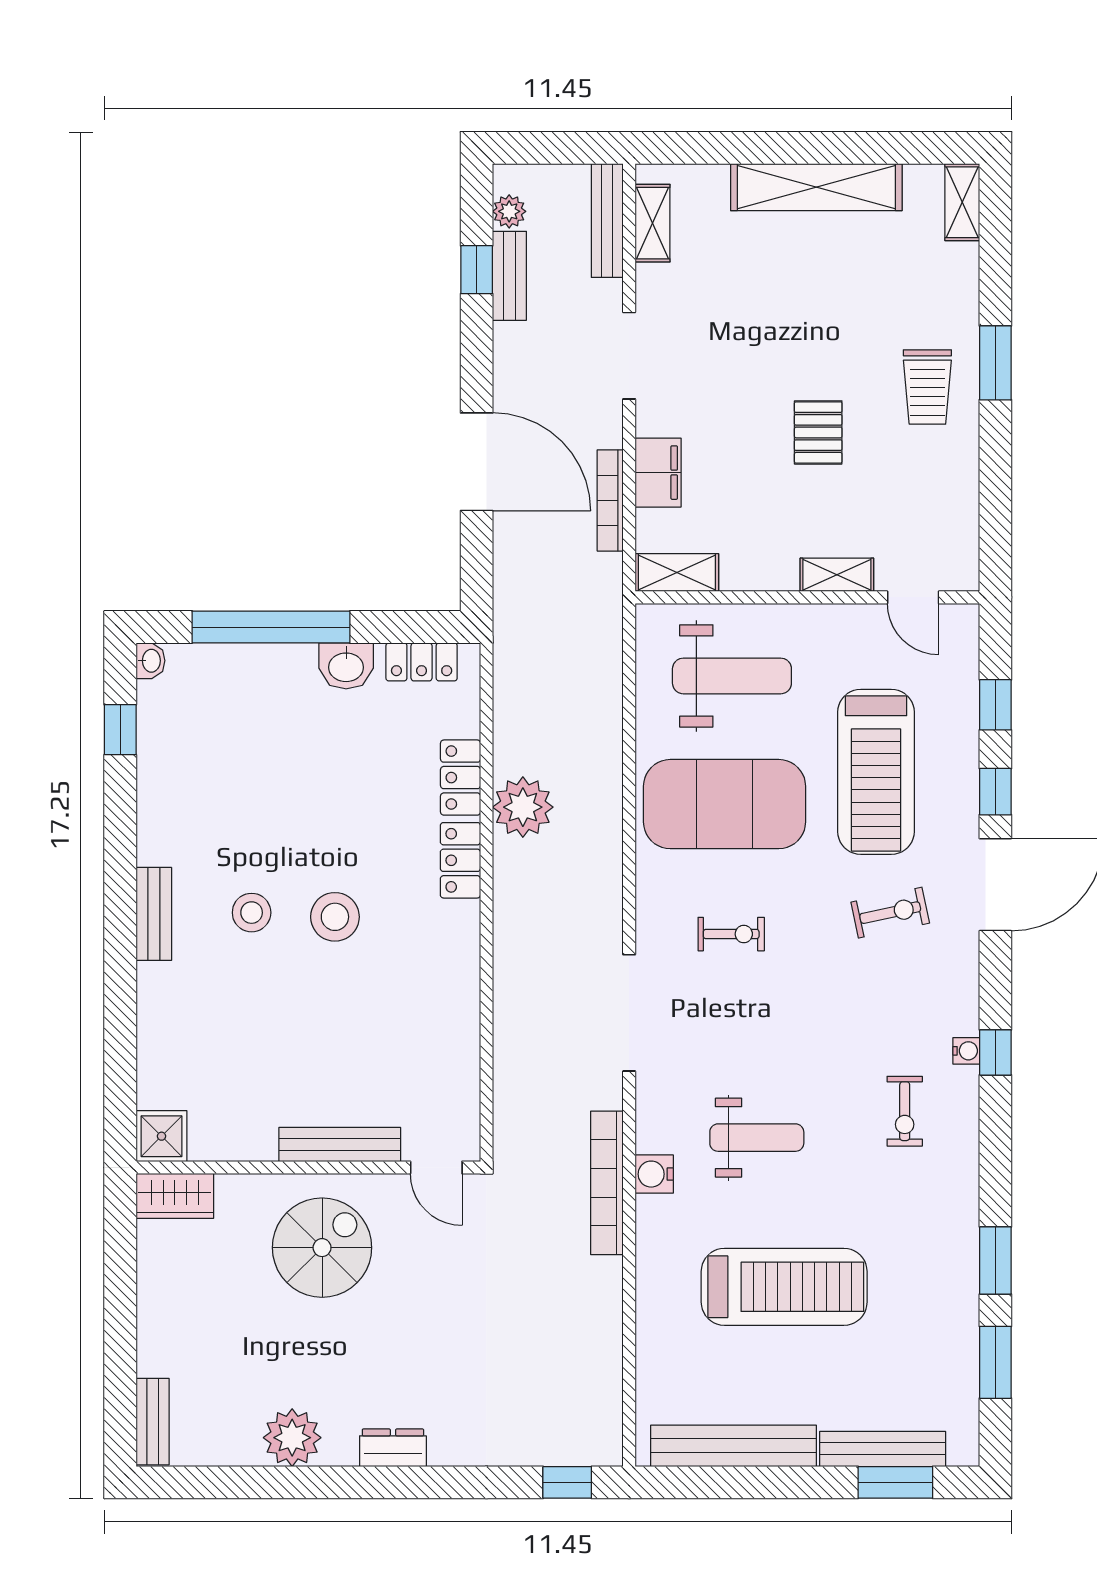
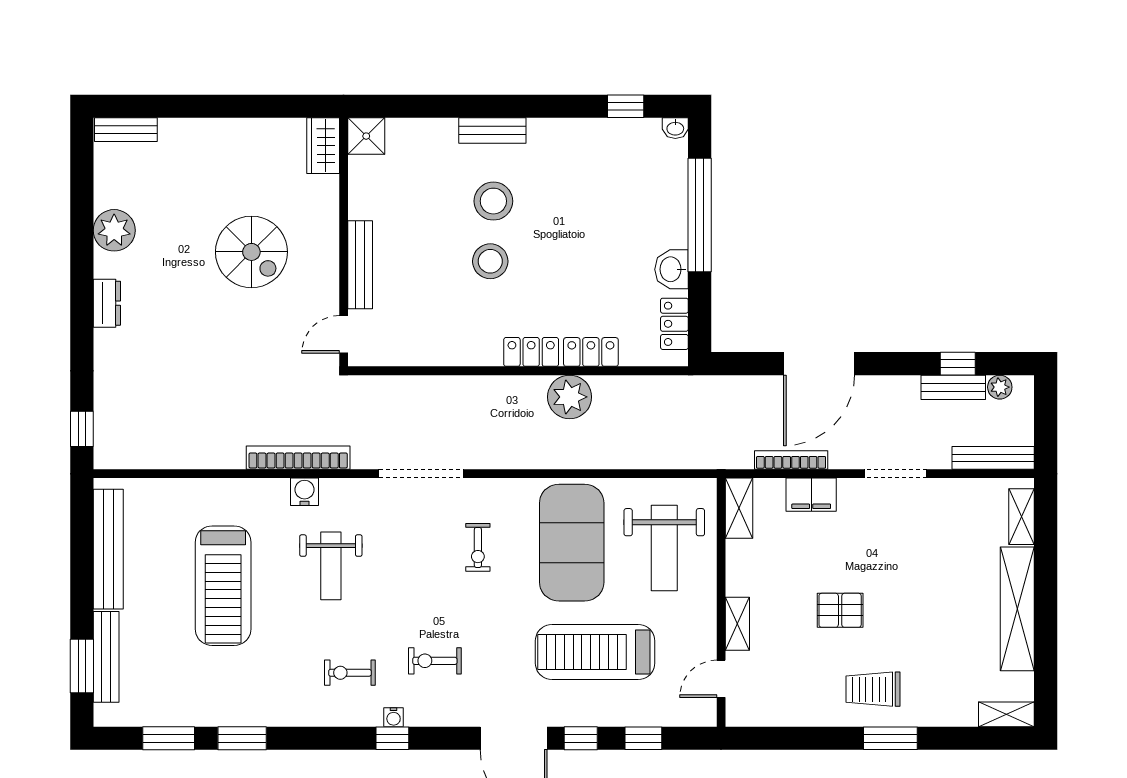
shelving: (652, 223) -> (1022, 517), moved, turned 90
stool: (252, 913) -> (493, 201), width x1.38, depth x1.38
exercise bike: (890, 913) -> (435, 661), moved, turned 102
shower: (162, 1136) -> (366, 136), moved
bench: (340, 1145) -> (360, 265), moved
wall: (308, 1168) -> (344, 242), moved
door: (436, 1168) -> (344, 334), moved
wardrobe: (175, 1196) -> (323, 146), moved

